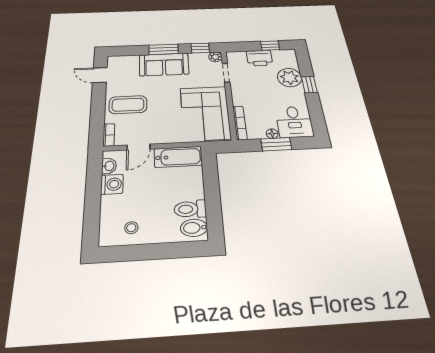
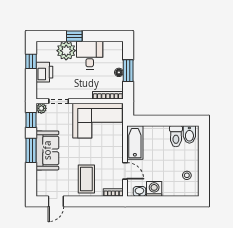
desk: (294, 122) -> (90, 55), moved, turned -90

